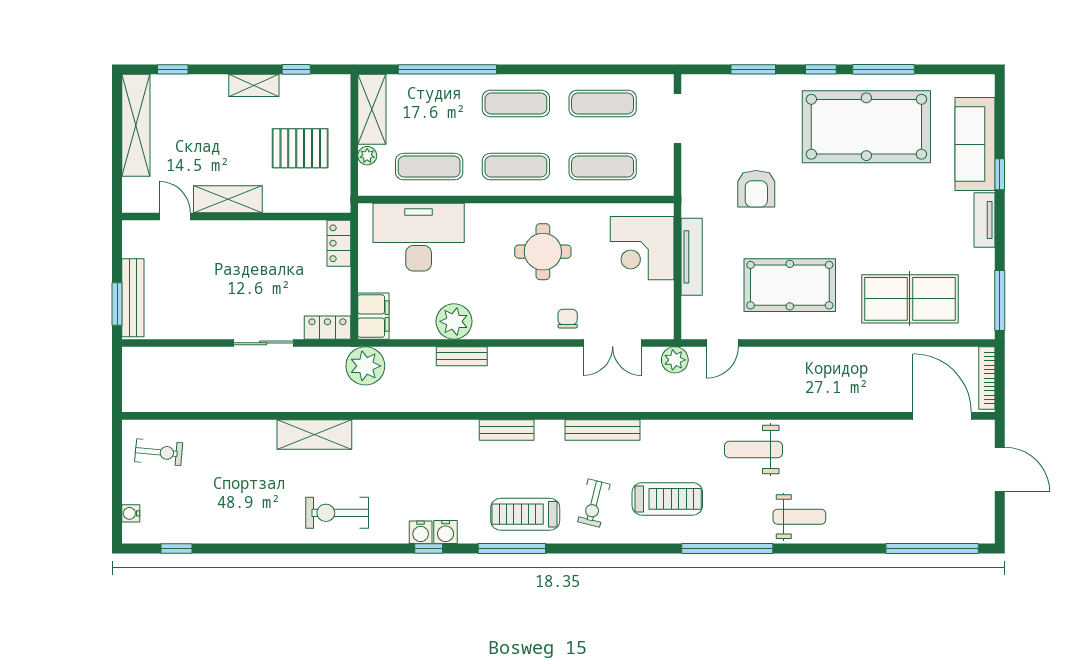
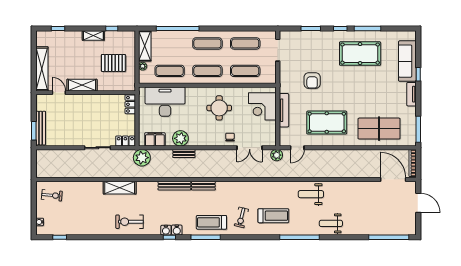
shelving: (136, 125) -> (42, 69), moved
pool table: (866, 127) -> (360, 54), width x0.73, depth x0.76
filing cabinet: (373, 316) -> (155, 139), moved, turned -90
bench: (602, 430) -> (174, 186), moved
weight bench: (799, 517) -> (331, 223), turned 180

